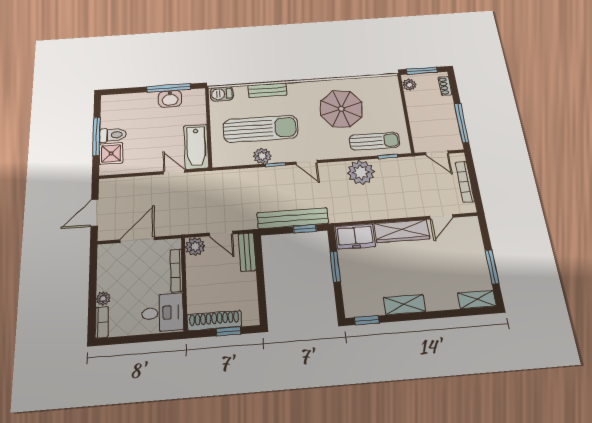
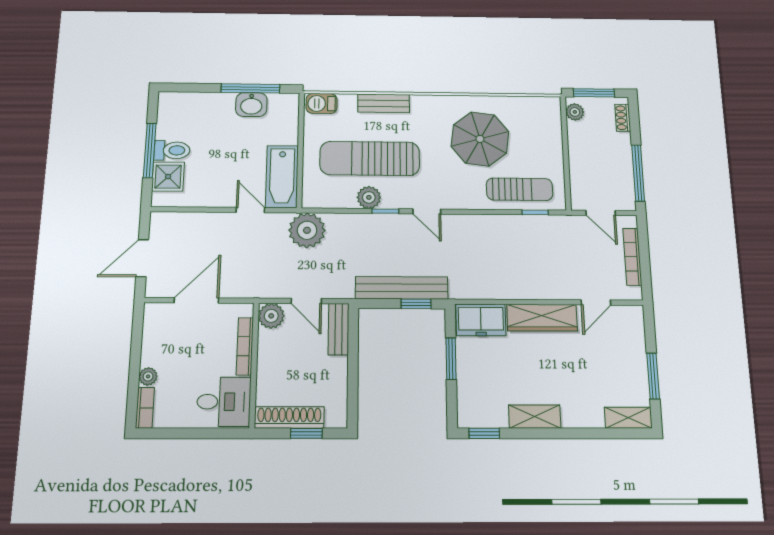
sun lounger: (261, 129) -> (370, 158), turned 180
plant: (361, 172) -> (307, 230), moved

